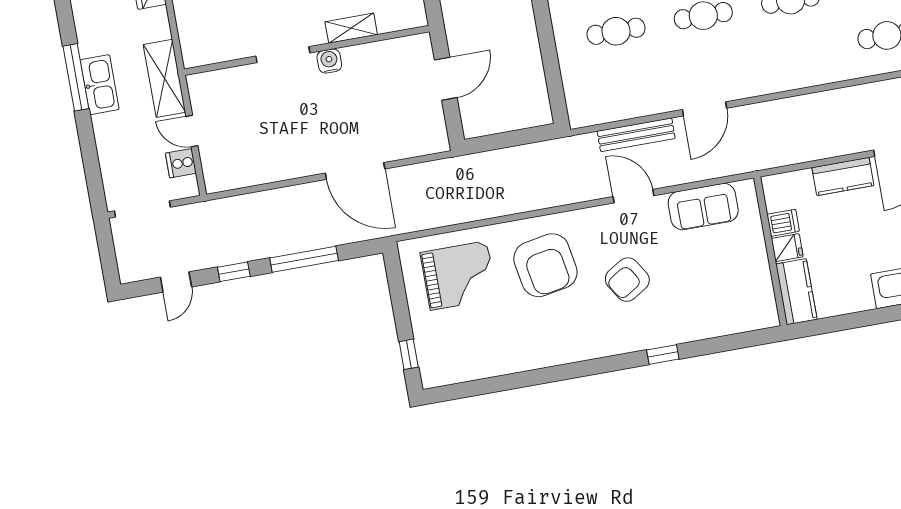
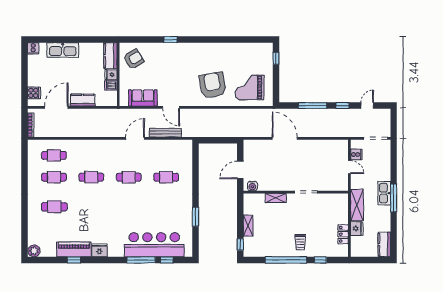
water cooler: (329, 61) -> (252, 186), moved
shelving: (164, 78) -> (357, 205), moved
armchair: (627, 280) -> (134, 59), moved

